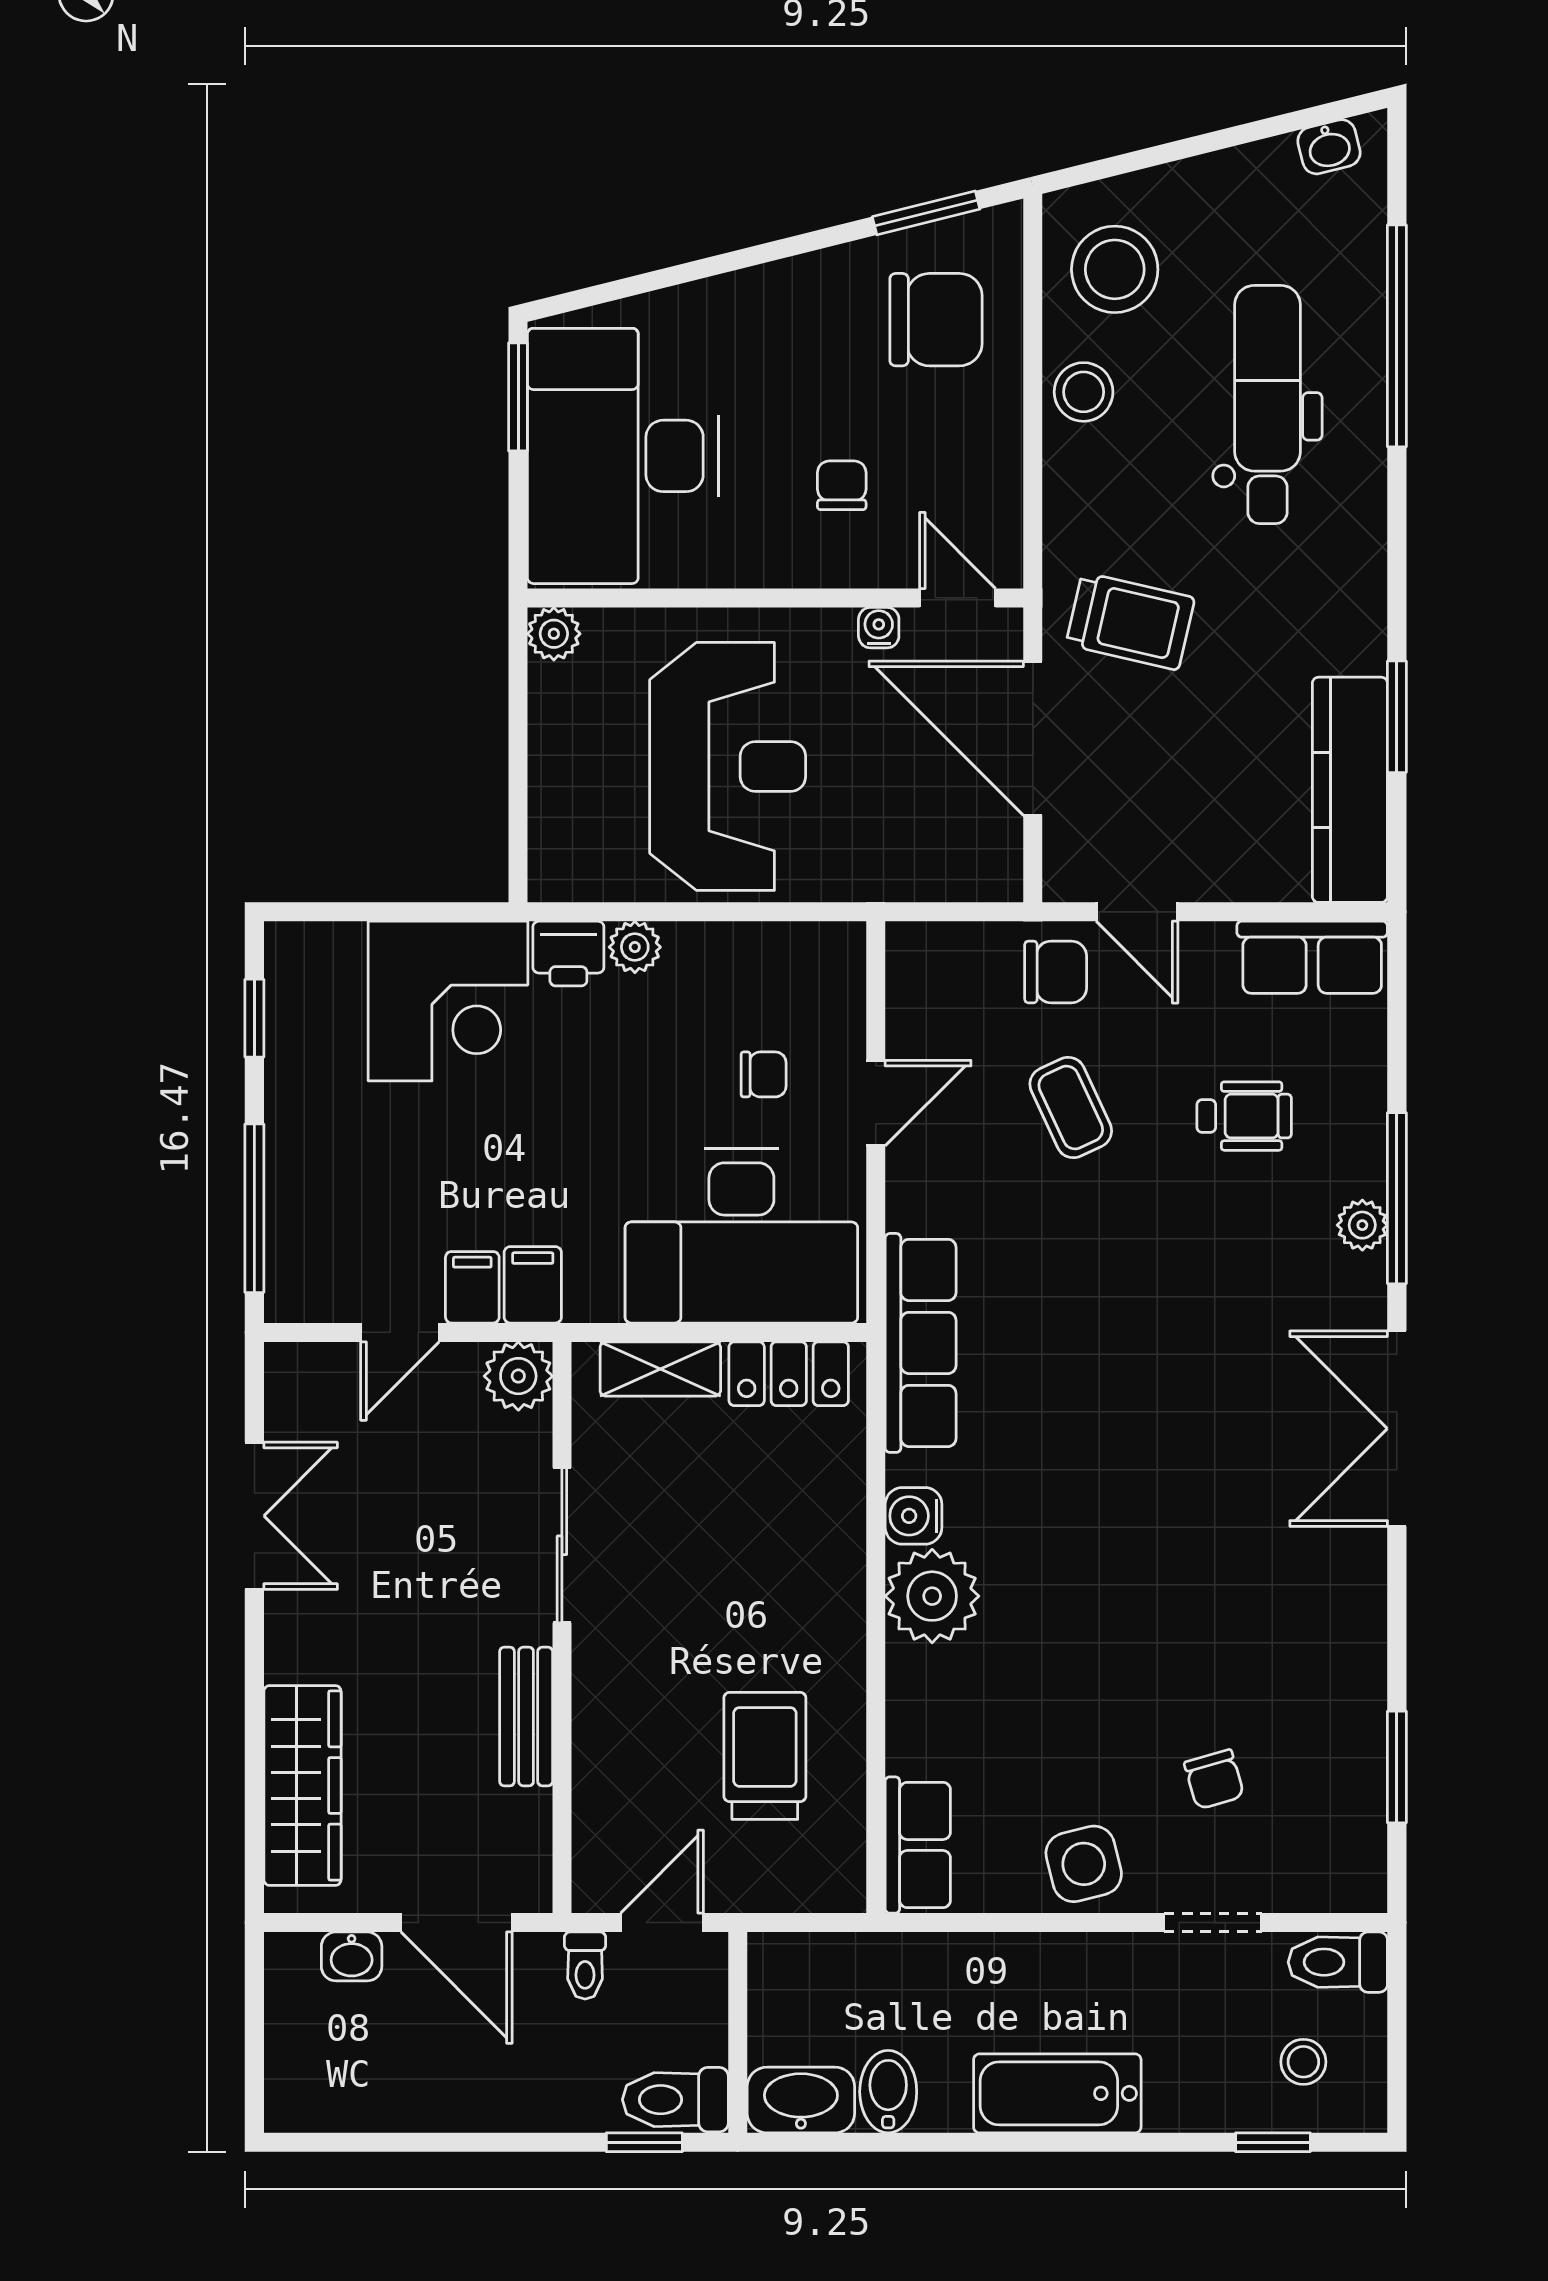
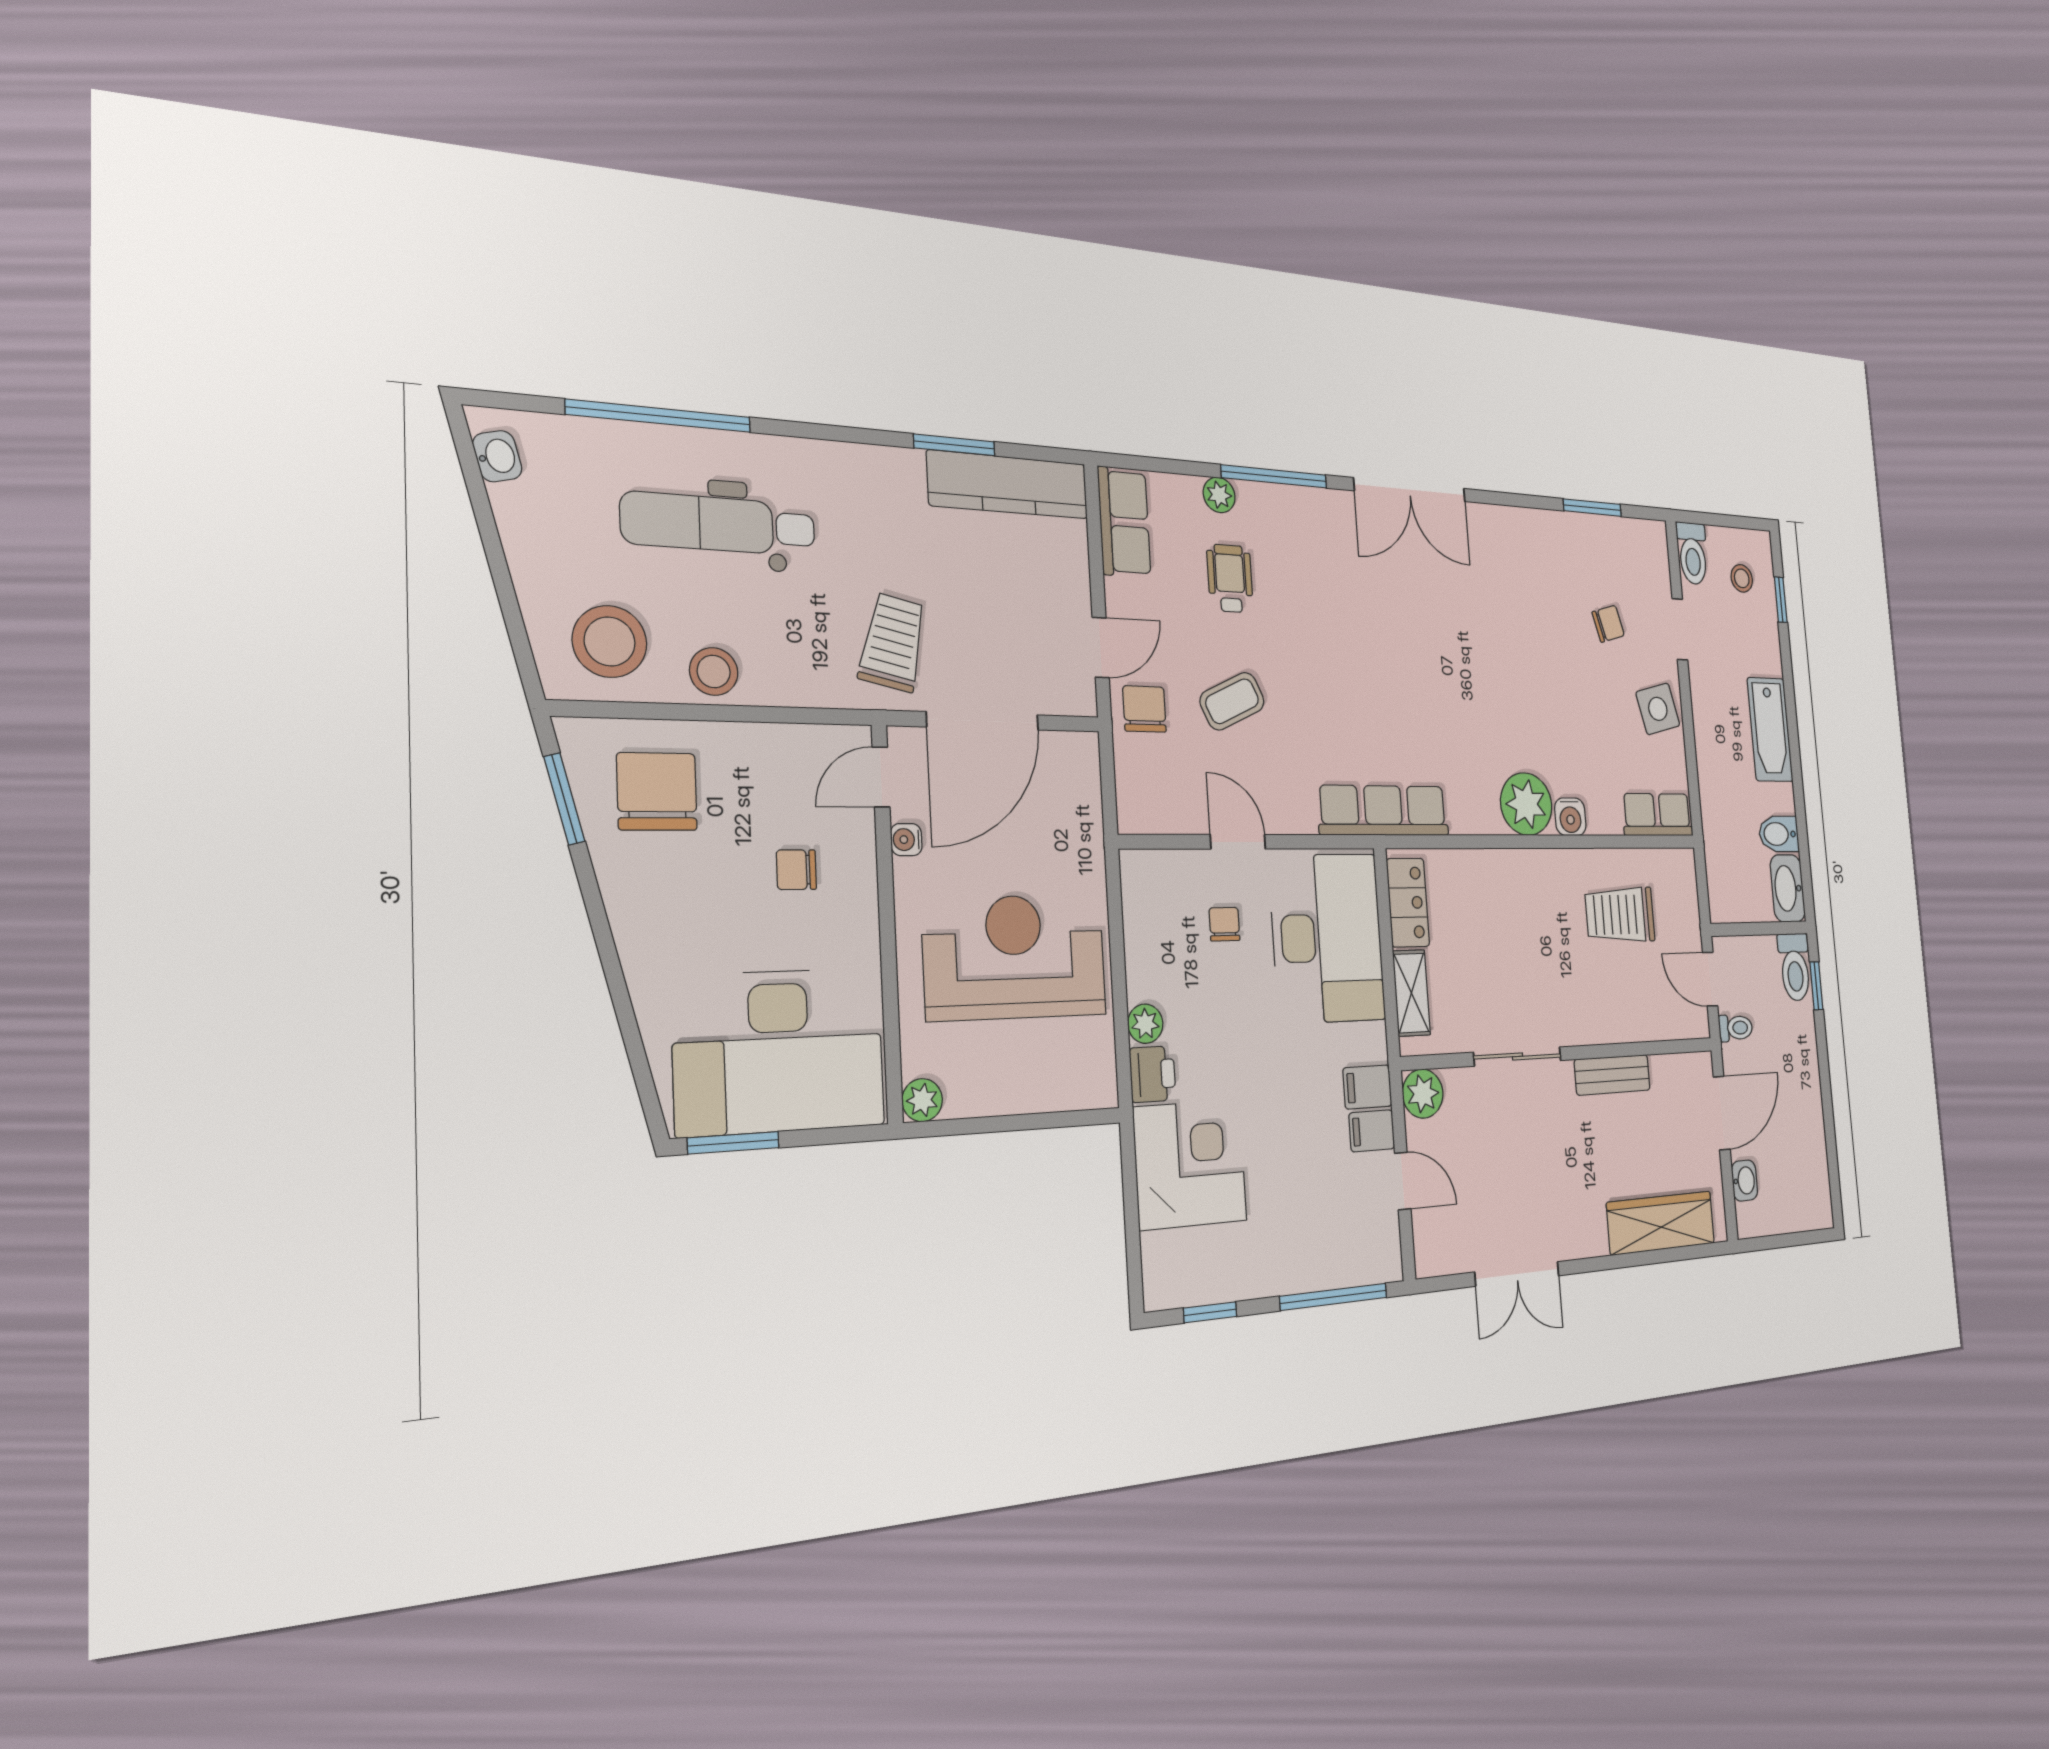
plant: (1362, 1225) -> (1219, 495), moved
double door: (254, 1516) -> (1517, 1274), swing flipped
water cooler: (914, 1516) -> (1570, 817), moved

